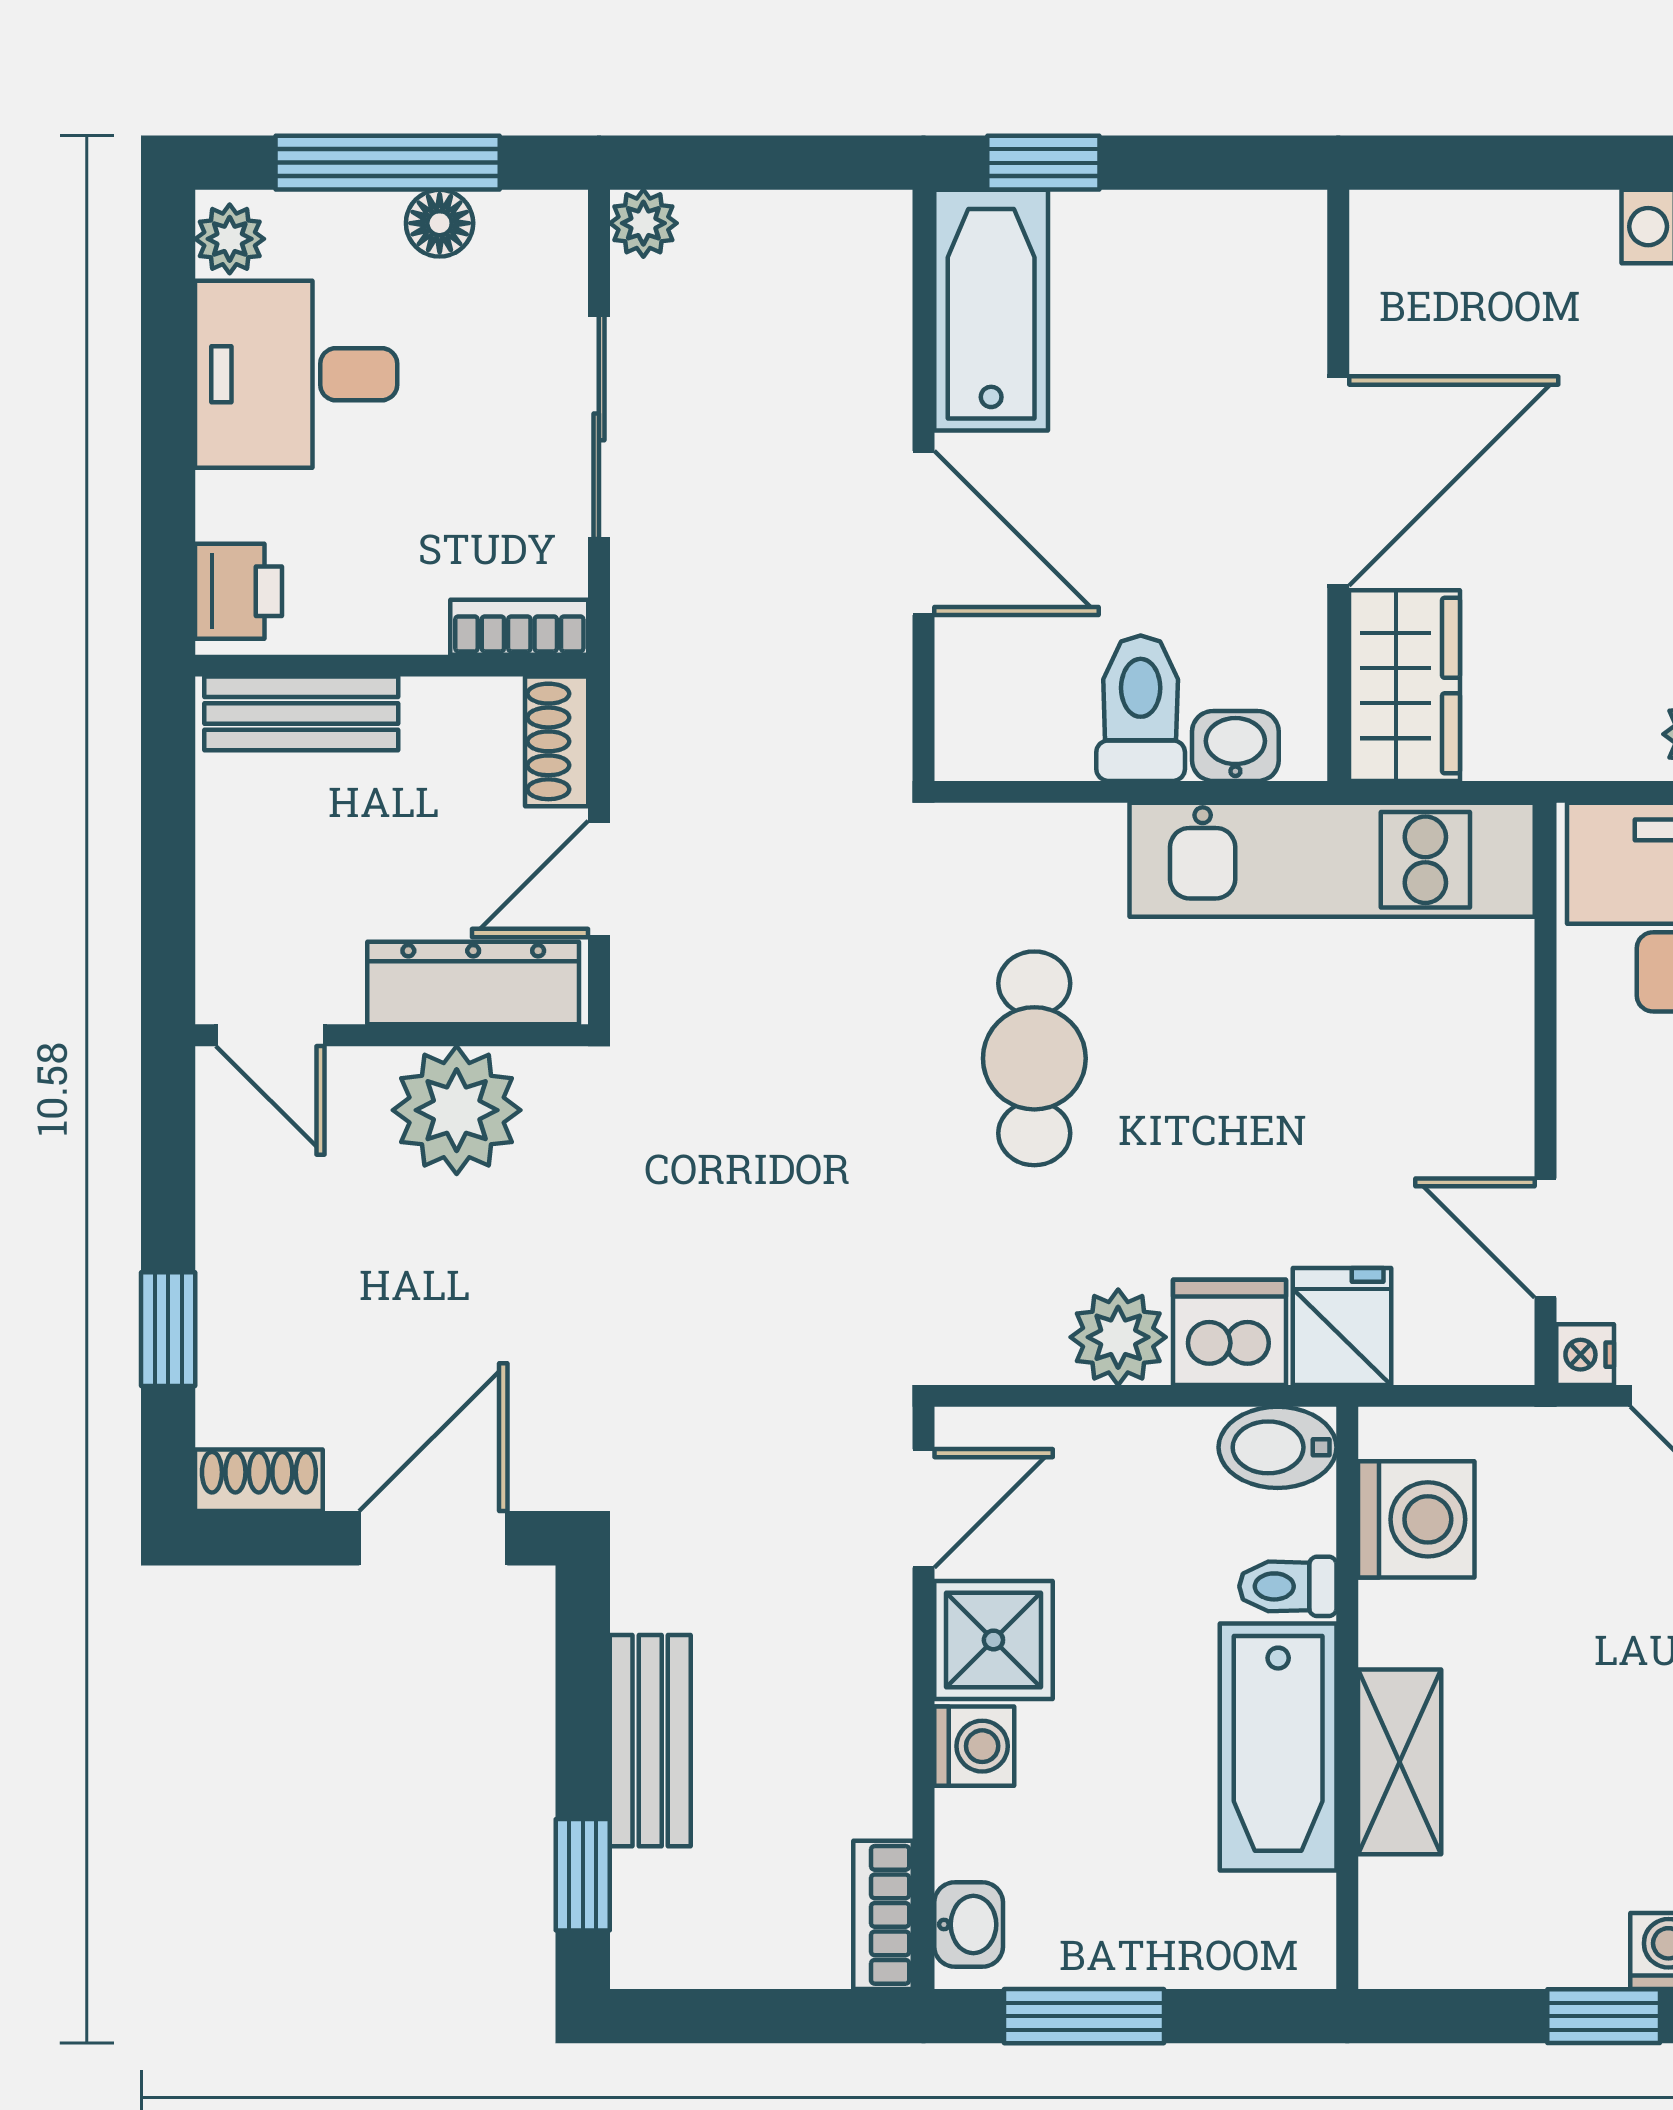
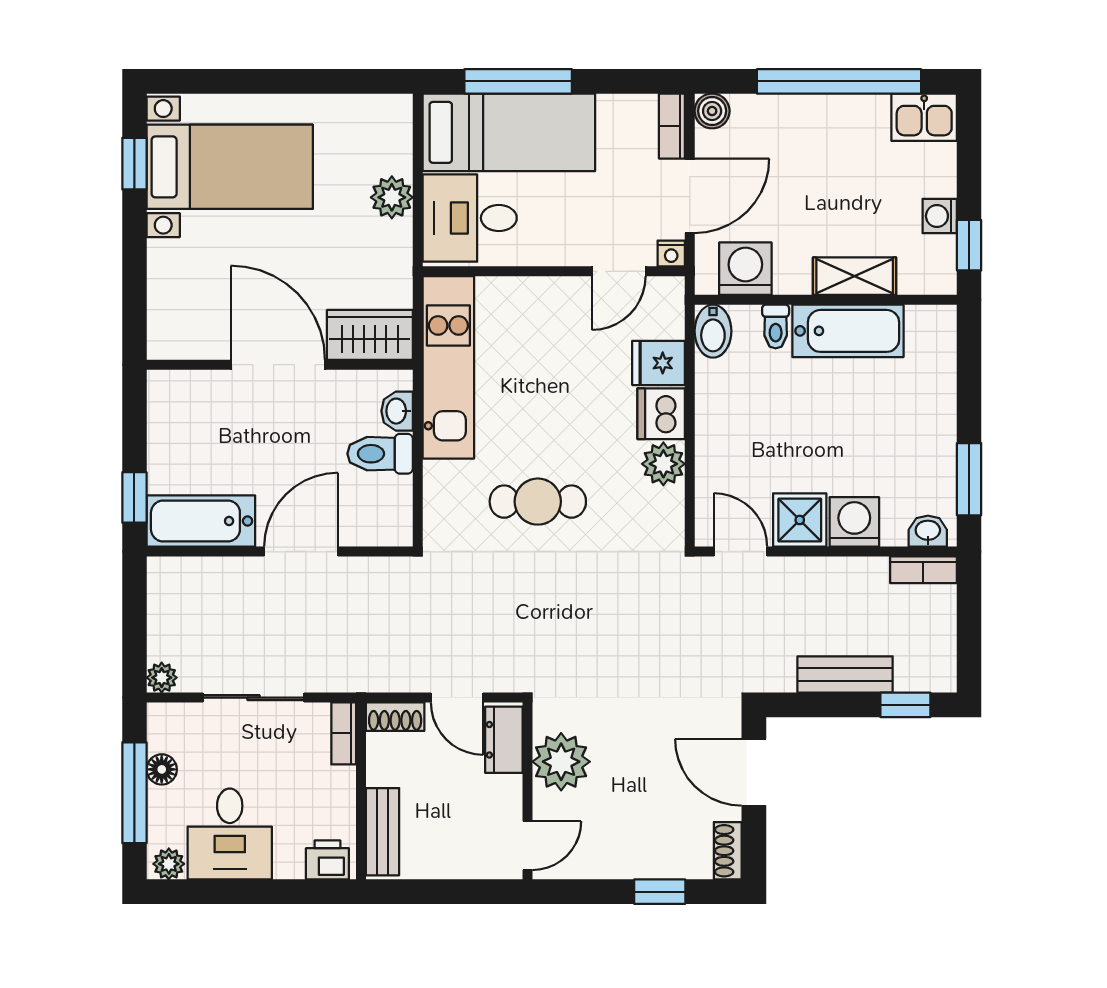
dresser: (473, 983) -> (504, 740), width x0.70
bidet: (1278, 1447) -> (713, 331), moved
washing machine: (1416, 1519) -> (745, 269), moved
toilet: (1288, 1586) -> (776, 327), moved
wall: (1347, 1698) -> (826, 300), moved
washing machine: (974, 1746) -> (854, 522), width x1.38, depth x1.38
bathtub: (1278, 1747) -> (848, 331), moved
shelving: (1400, 1762) -> (855, 276), moved

